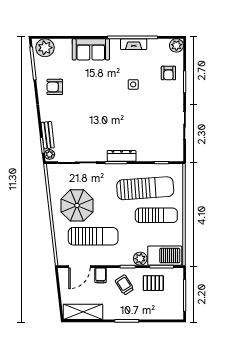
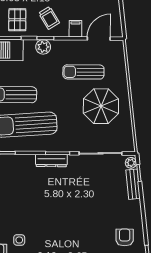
side table: (133, 84) -> (19, 240), moved
armchair: (55, 87) -> (125, 237), turned -90
sun lounger: (93, 236) -> (83, 72), width x0.73, depth x0.75
plant: (140, 259) -> (43, 47), moved
pallet: (153, 283) -> (17, 20), turned 90

